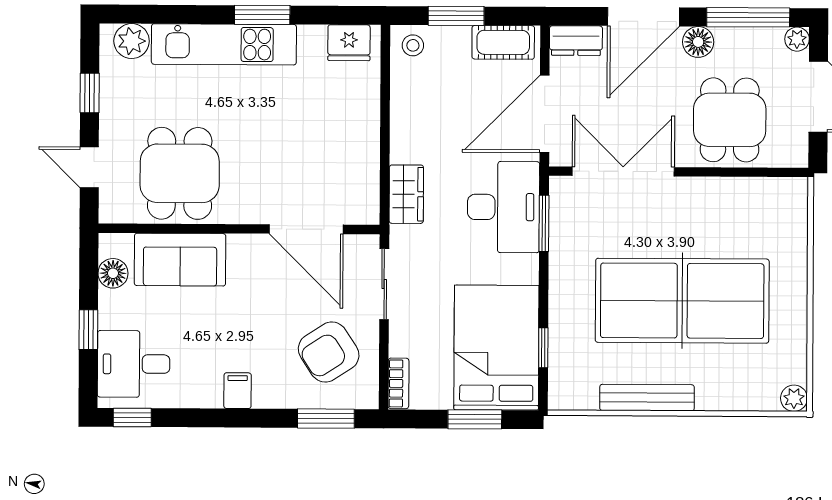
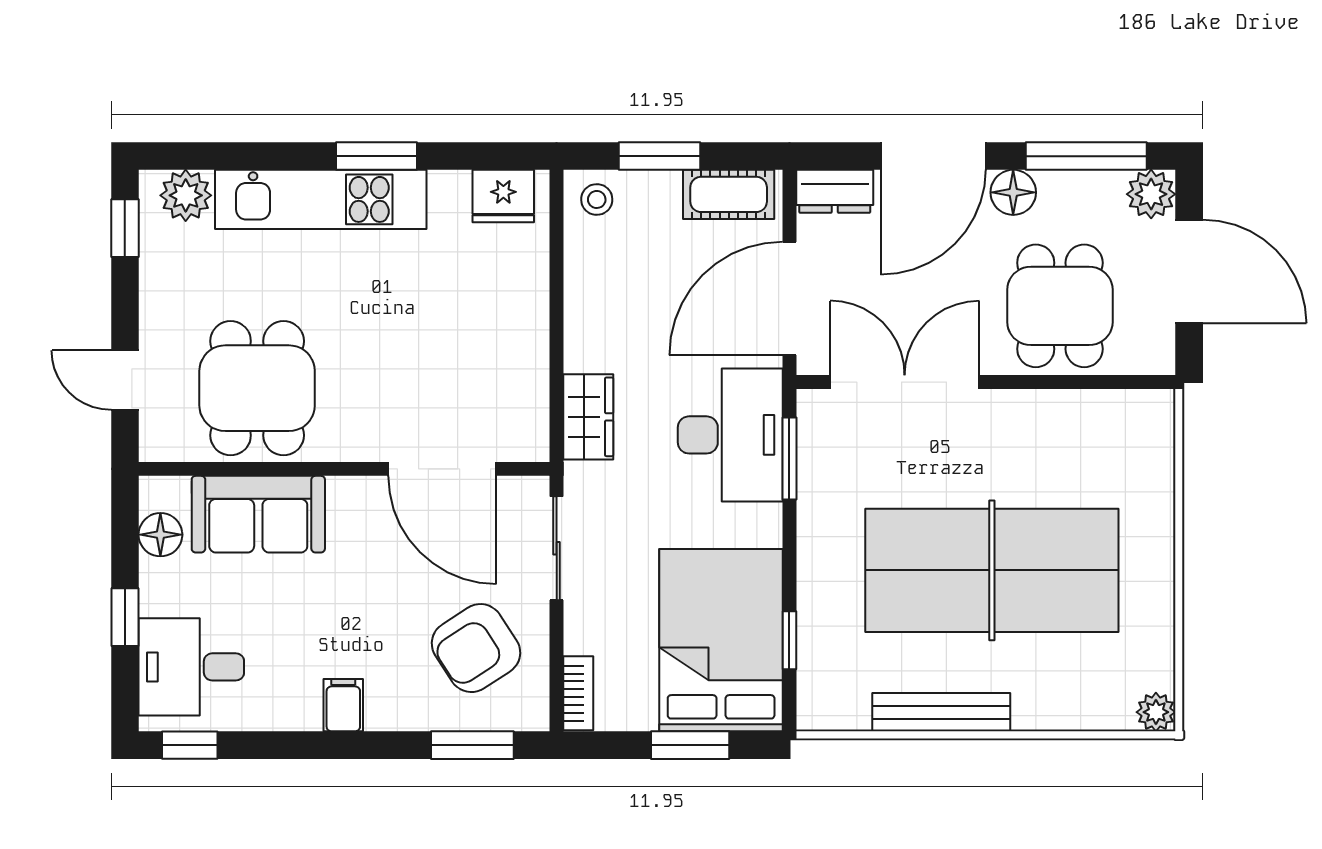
plant: (797, 39) -> (1151, 194), width x1.38, depth x1.38
window: (90, 93) -> (125, 228), moved

